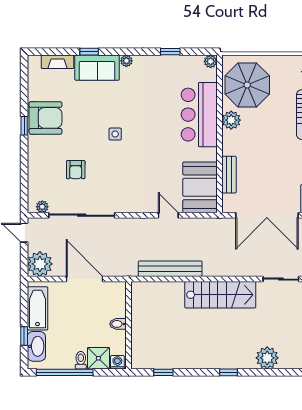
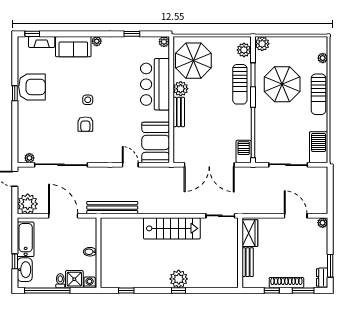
window: (89, 52) -> (32, 34), moved
armchair: (76, 170) -> (85, 124), moved
bench: (229, 175) -> (179, 112), moved
bench: (170, 269) -> (112, 208), moved
plant: (267, 358) -> (179, 279), moved

